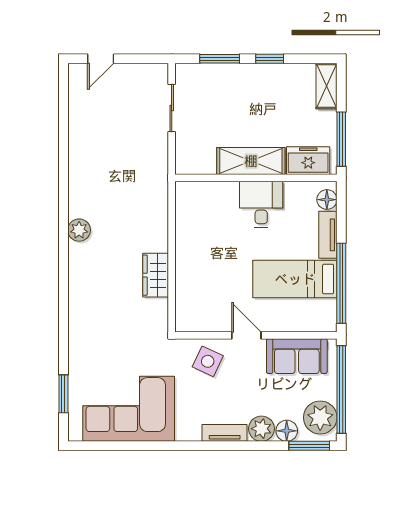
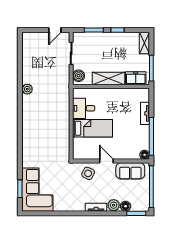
door: (101, 59) -> (55, 30), moved
boiler: (187, 155) -> (79, 76), added
floor lamp: (327, 200) -> (145, 155), moved
desk: (261, 204) -> (84, 108), moved, turned -90
plant: (79, 230) -> (27, 89), moved
wardrobe: (156, 275) -> (64, 132), removed
bed: (295, 279) -> (92, 128), moved, turned 180
corner sofa: (129, 409) -> (37, 190), moved, turned 90
plant: (320, 417) -> (141, 200), removed

